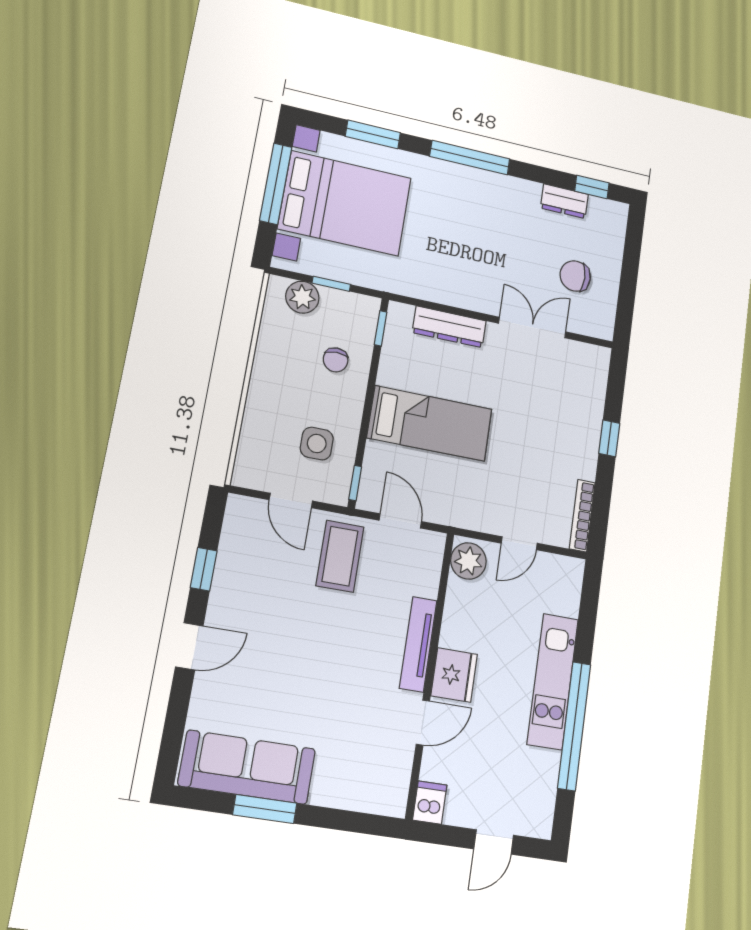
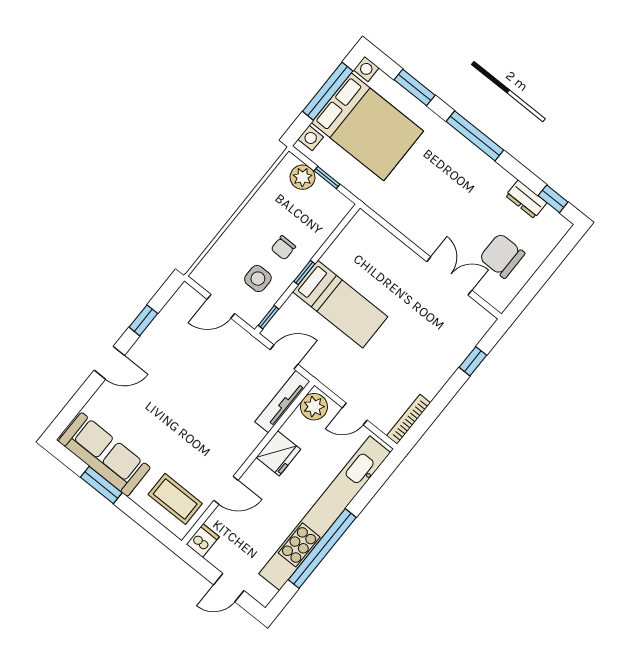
chair: (575, 276) -> (502, 256), width x1.37, depth x1.37
dresser: (449, 327) -> (391, 246), removed
window: (381, 328) -> (304, 273), moved
chair: (336, 360) -> (283, 248), moved
window: (609, 438) -> (473, 361), moved
door: (291, 500) -> (221, 306), hinge flipped
door: (400, 521) -> (284, 357), hinge flipped
coffee table: (340, 556) -> (175, 499), moved, turned 90
tv unit: (418, 644) -> (282, 402), moved
fridge: (454, 675) -> (278, 453), moved
kitchen unit: (553, 681) -> (325, 513), width x1.86

